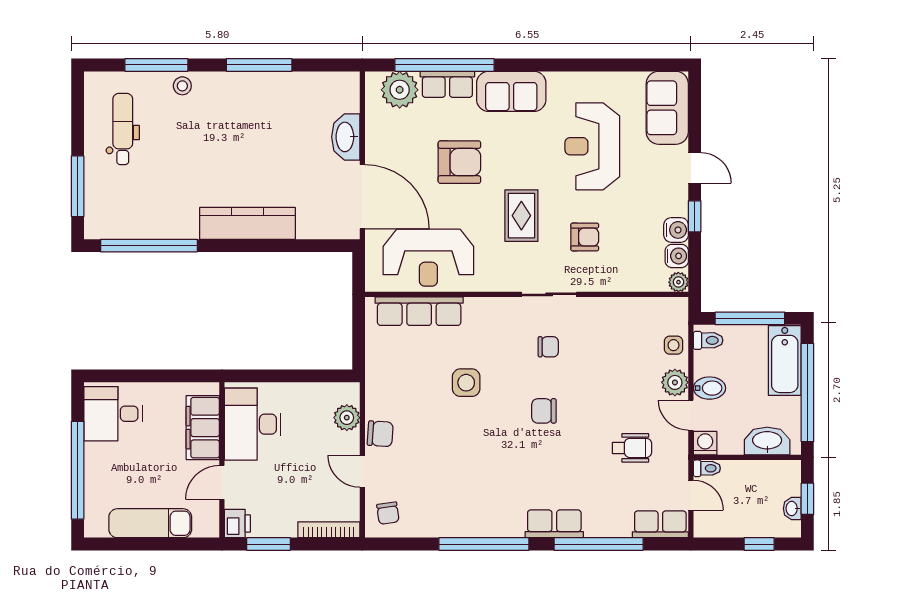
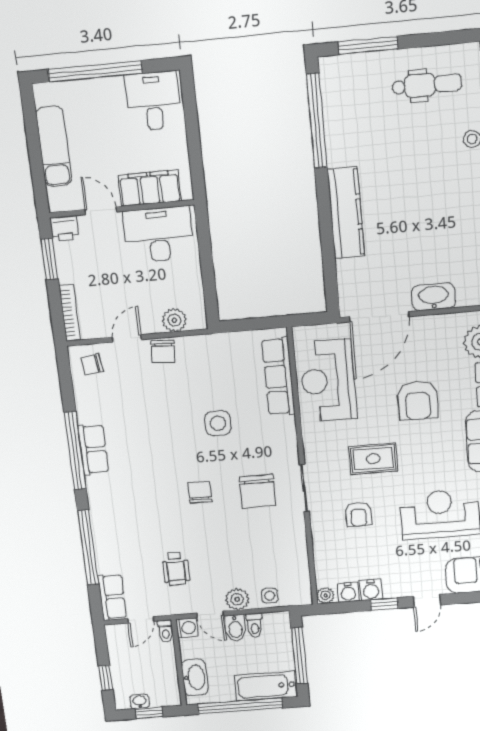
toilet: (708, 340) -> (255, 625), moved
chair: (548, 347) -> (258, 491), width x1.87, depth x1.87
door: (691, 415) -> (210, 614), swing flipped
row of seats: (554, 524) -> (93, 449), moved

